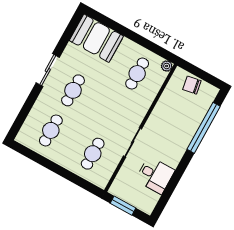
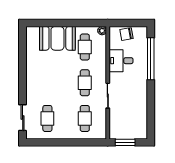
booth: (96, 38) -> (57, 38), moved
sliding door: (48, 70) -> (23, 118), moved
cafe table: (73, 90) -> (85, 83), moved
desk: (155, 175) -> (121, 61), moved, turned 180

